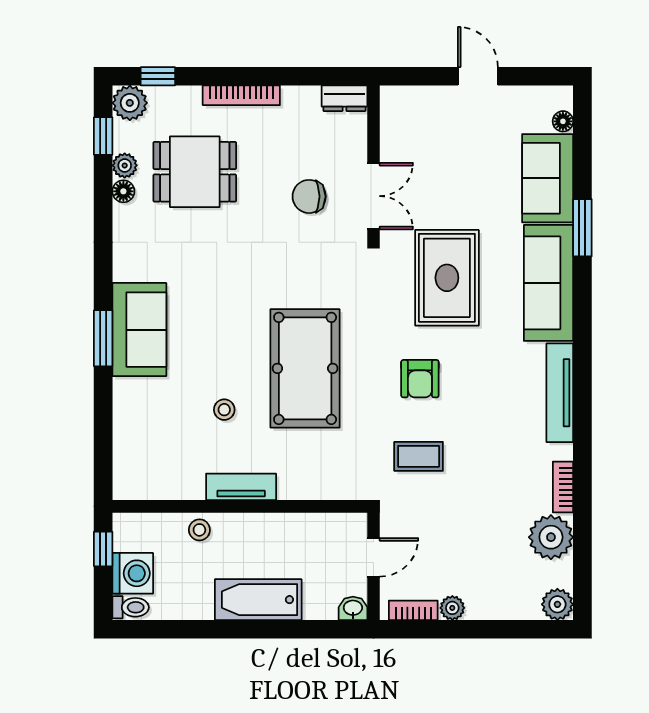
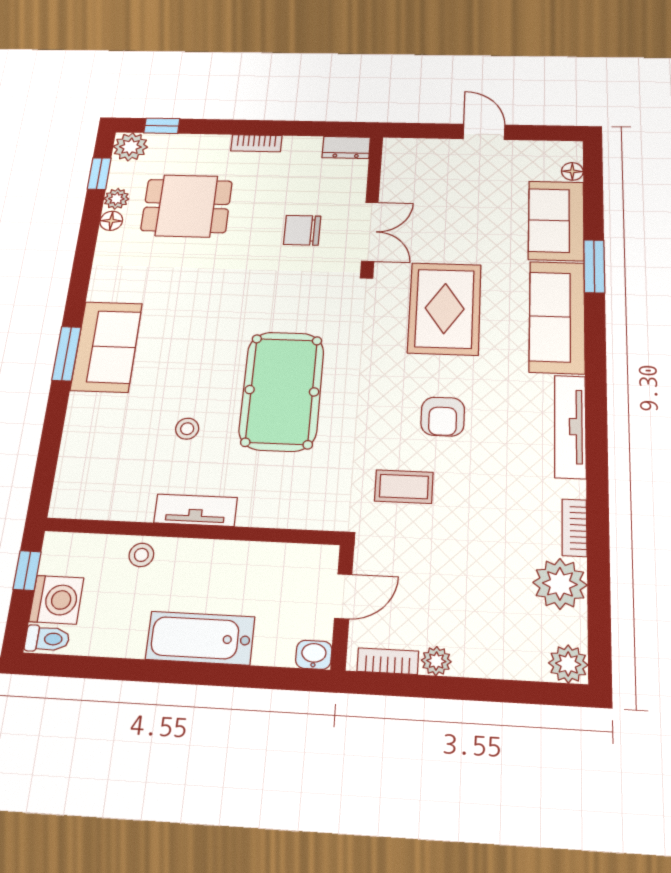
bookcase: (241, 95) -> (256, 143), width x0.64
armchair: (420, 379) -> (443, 417), moved

